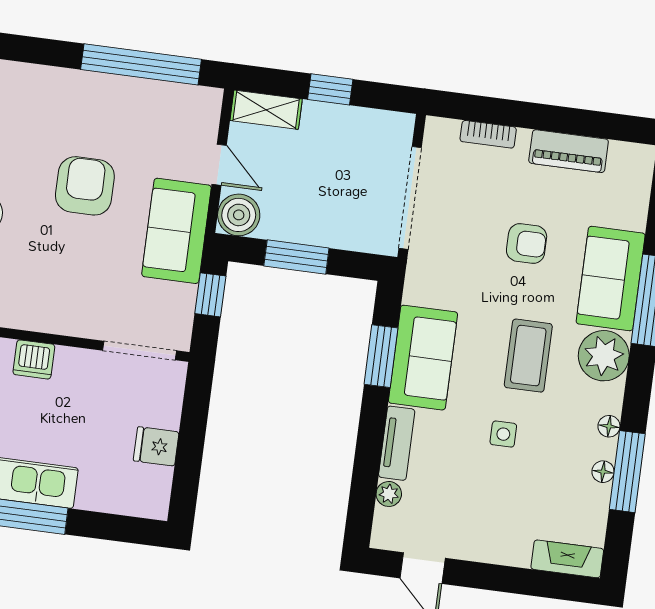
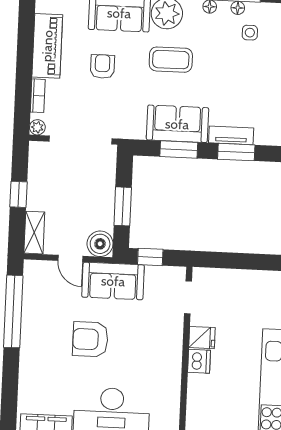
piano: (569, 151) -> (47, 46), width x1.37, depth x1.33
door: (219, 165) -> (70, 258), swing flipped
doorway: (140, 350) -> (188, 297), width x0.73
side table: (503, 434) -> (250, 33), moved
fridge: (156, 446) -> (202, 338), moved, turned -90
window: (369, 449) -> (236, 152), added
plant: (389, 494) -> (37, 127), moved

